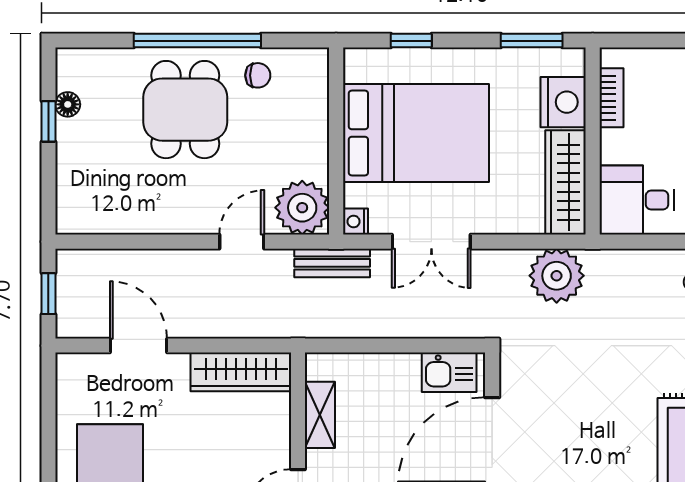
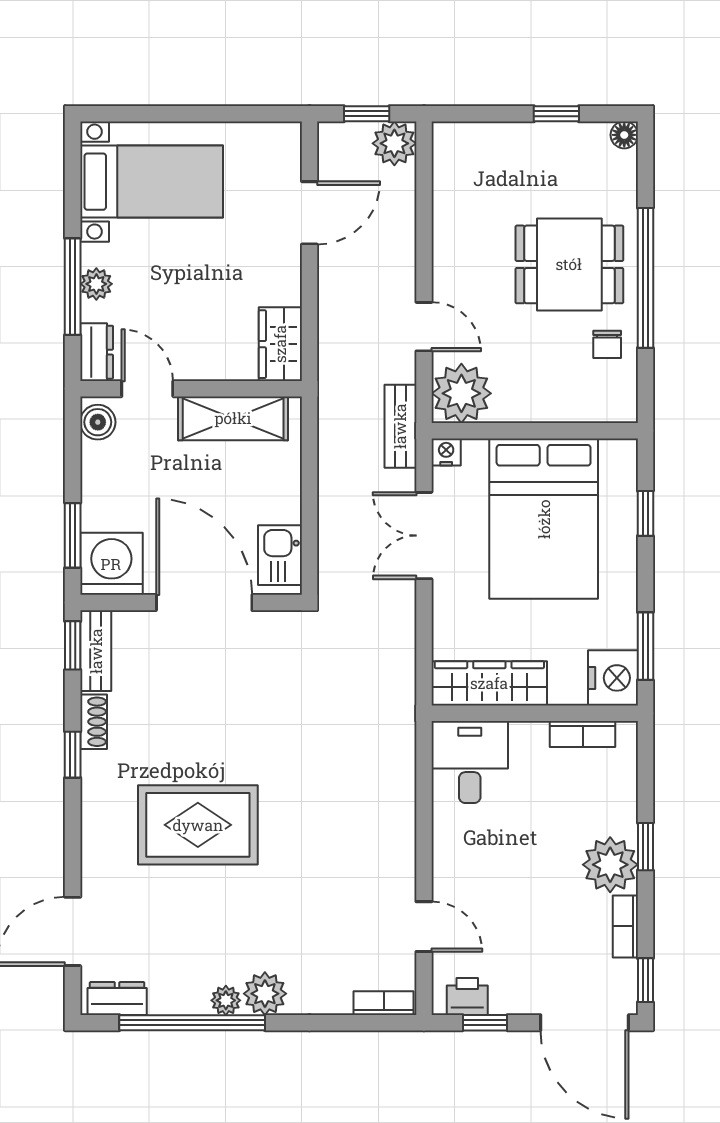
nightstand: (563, 102) -> (613, 678), moved, turned -90
floor lamp: (68, 104) -> (624, 135), moved
plant: (557, 276) -> (394, 143), moved, width x0.73, depth x0.73
wardrobe: (241, 372) -> (280, 344), width x0.67
shelving: (320, 415) -> (233, 418), width x1.50, depth x1.33

